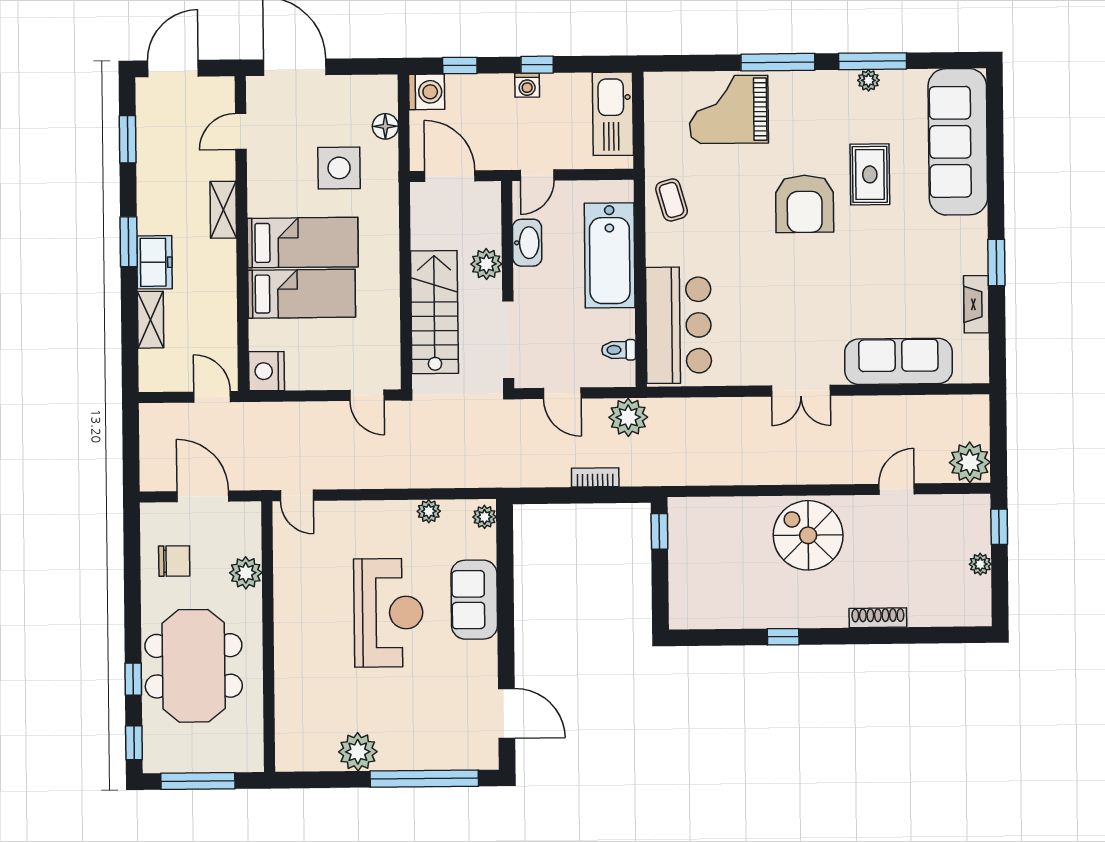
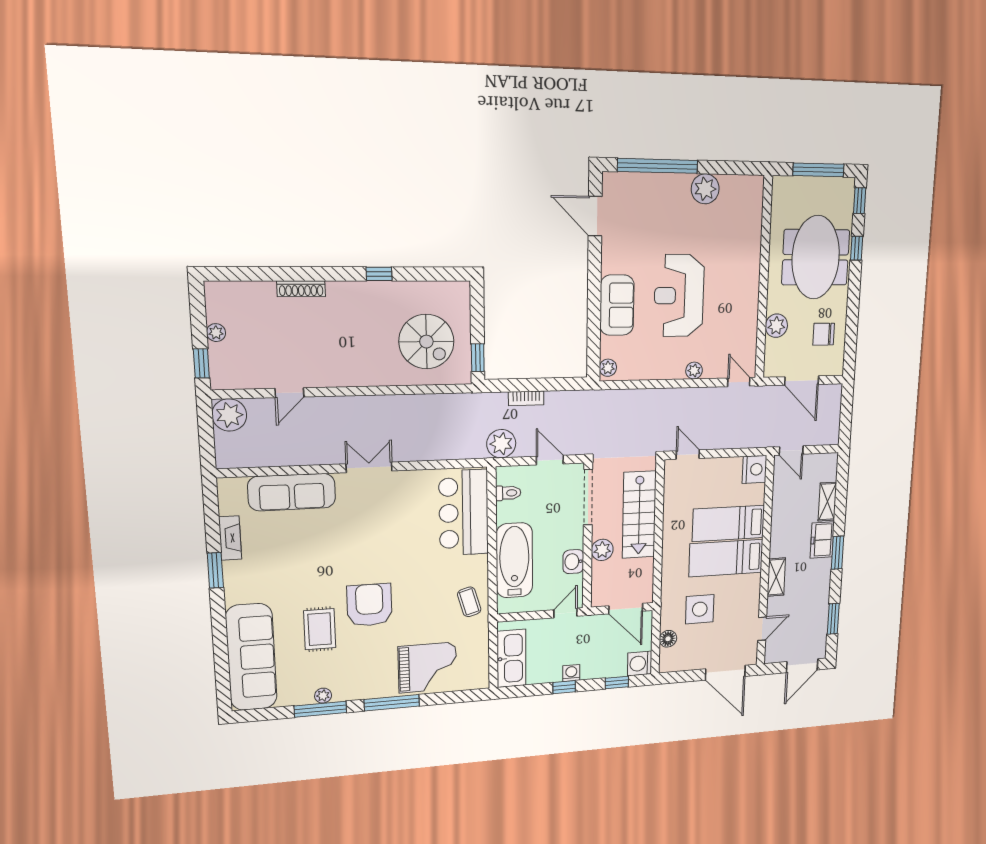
washbasin: (527, 243) -> (573, 562), width x0.72
plant: (429, 511) -> (694, 371), moved
spiral stairs: (808, 535) -> (426, 342), moved

